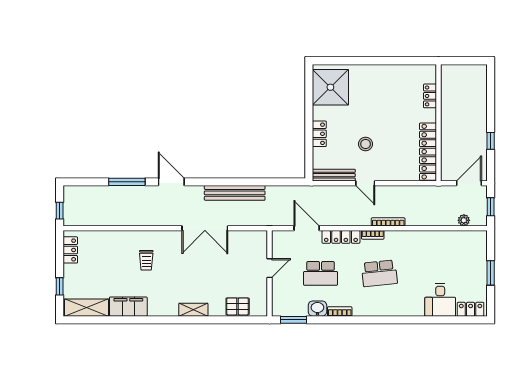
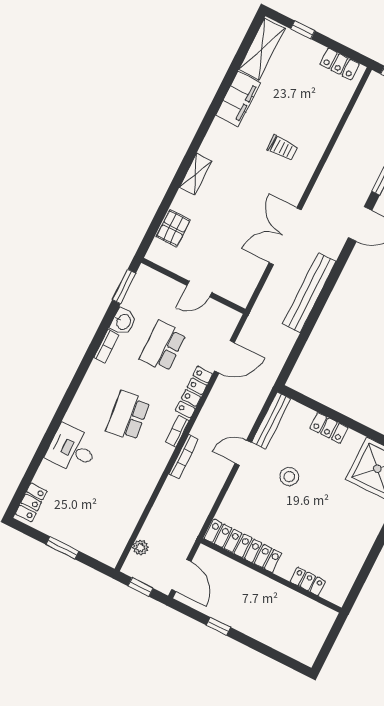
trolley: (146, 260) -> (282, 148), turned 180
door: (270, 268) -> (199, 289), hinge flipped
desk: (440, 300) -> (72, 449), moved

